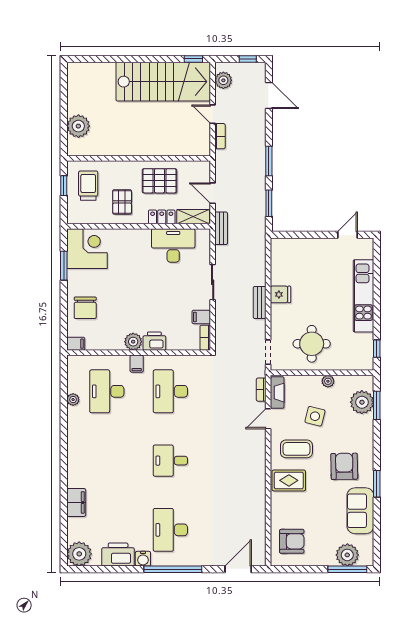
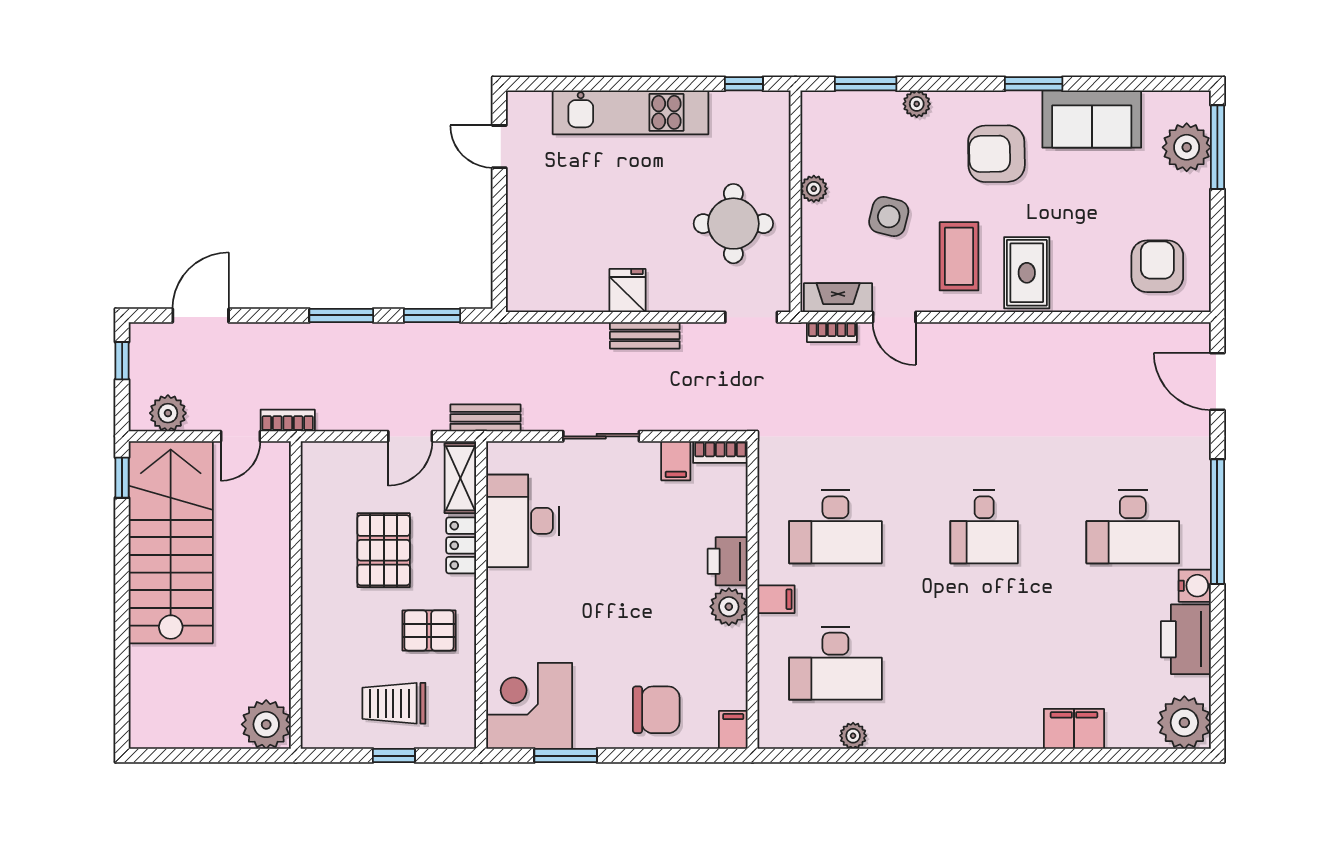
wall: (139, 158) -> (296, 595), moved
plant: (362, 402) -> (917, 104), moved, width x0.53, depth x0.53

